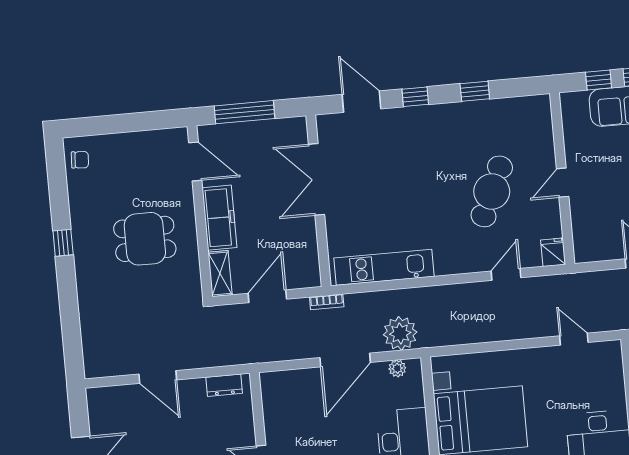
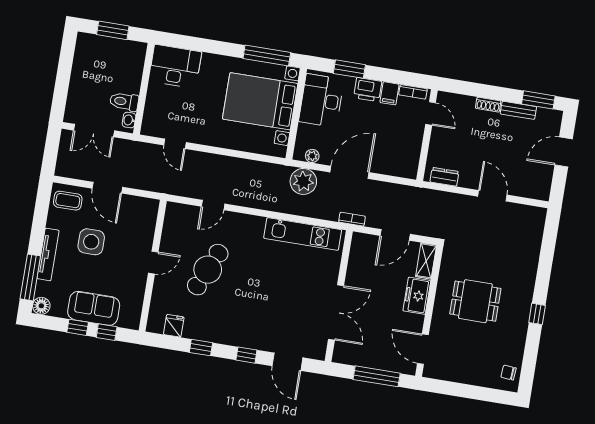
freezer: (219, 218) -> (417, 296), width x0.71
fridge: (553, 252) -> (174, 326), moved, turned 180

